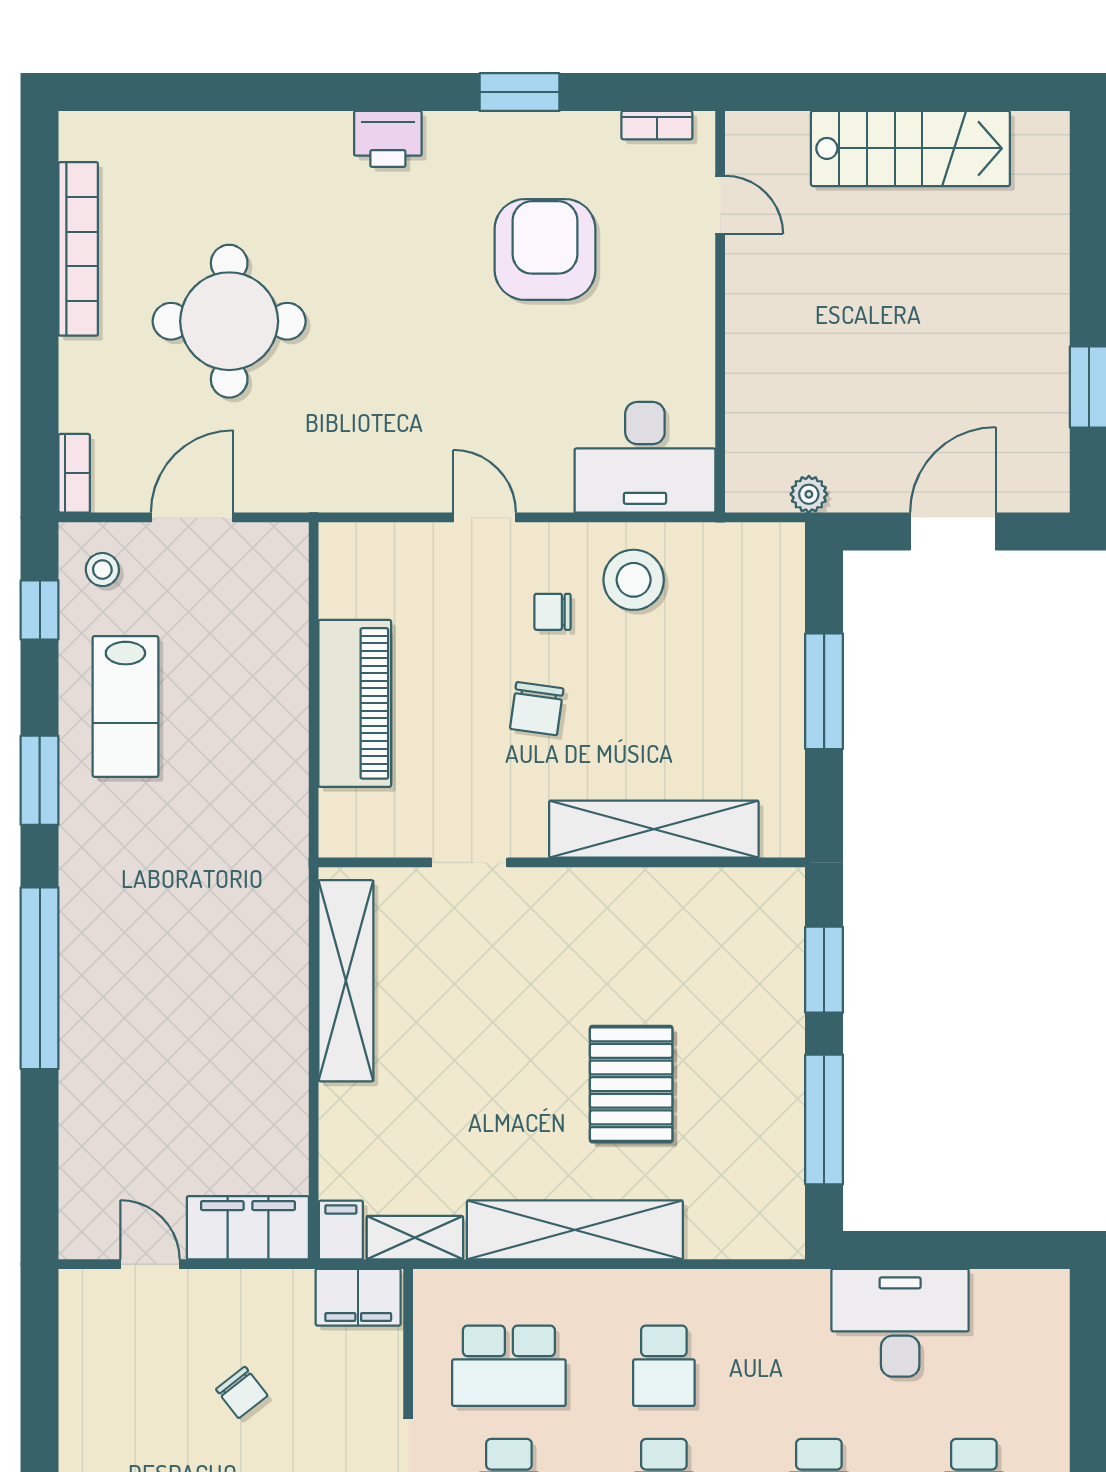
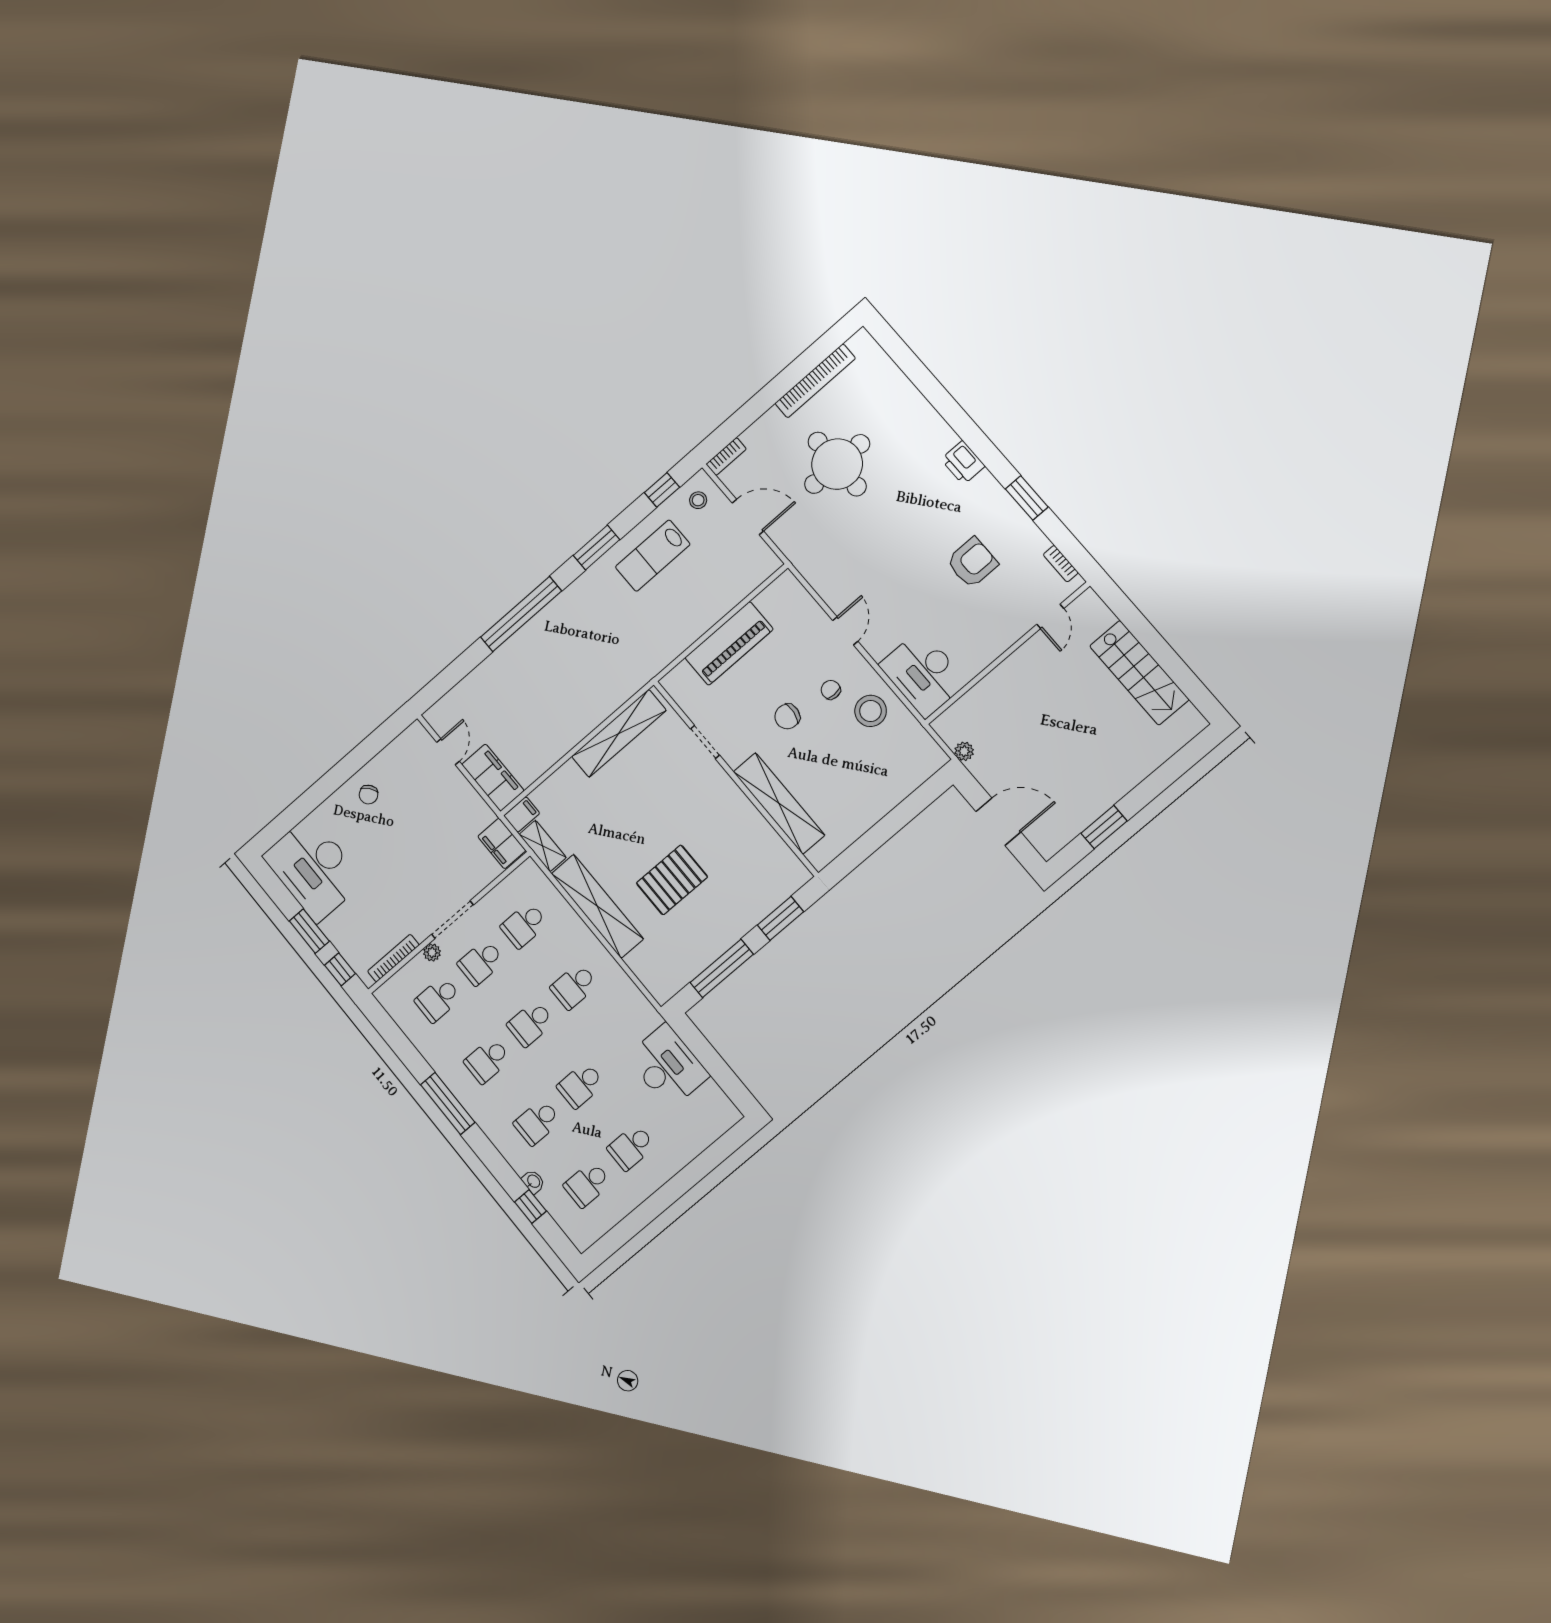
armchair: (545, 250) -> (972, 563), width x0.73, depth x0.73
window: (824, 691) -> (891, 825), removed
school desk: (509, 1366) -> (524, 925), width x0.54
chair: (242, 1392) -> (369, 795), moved

